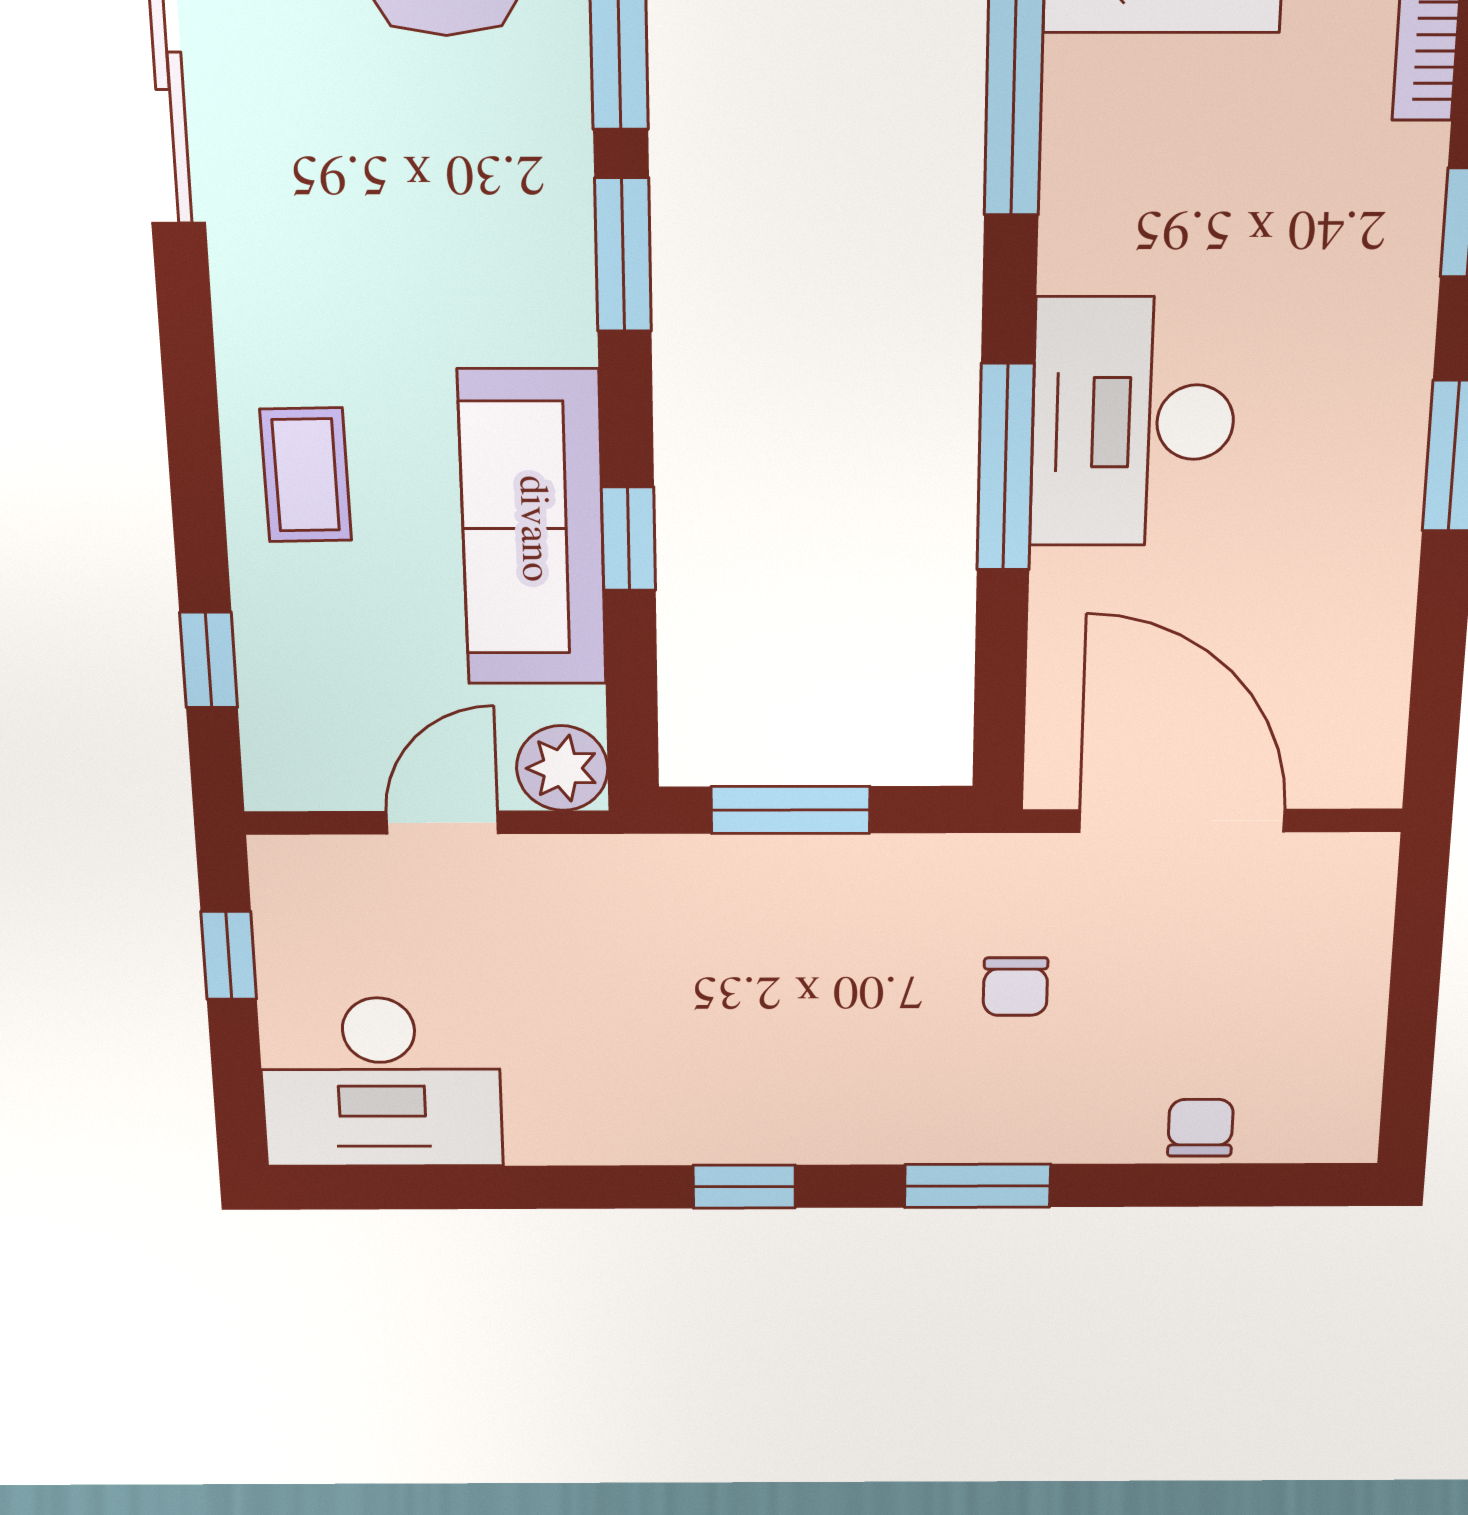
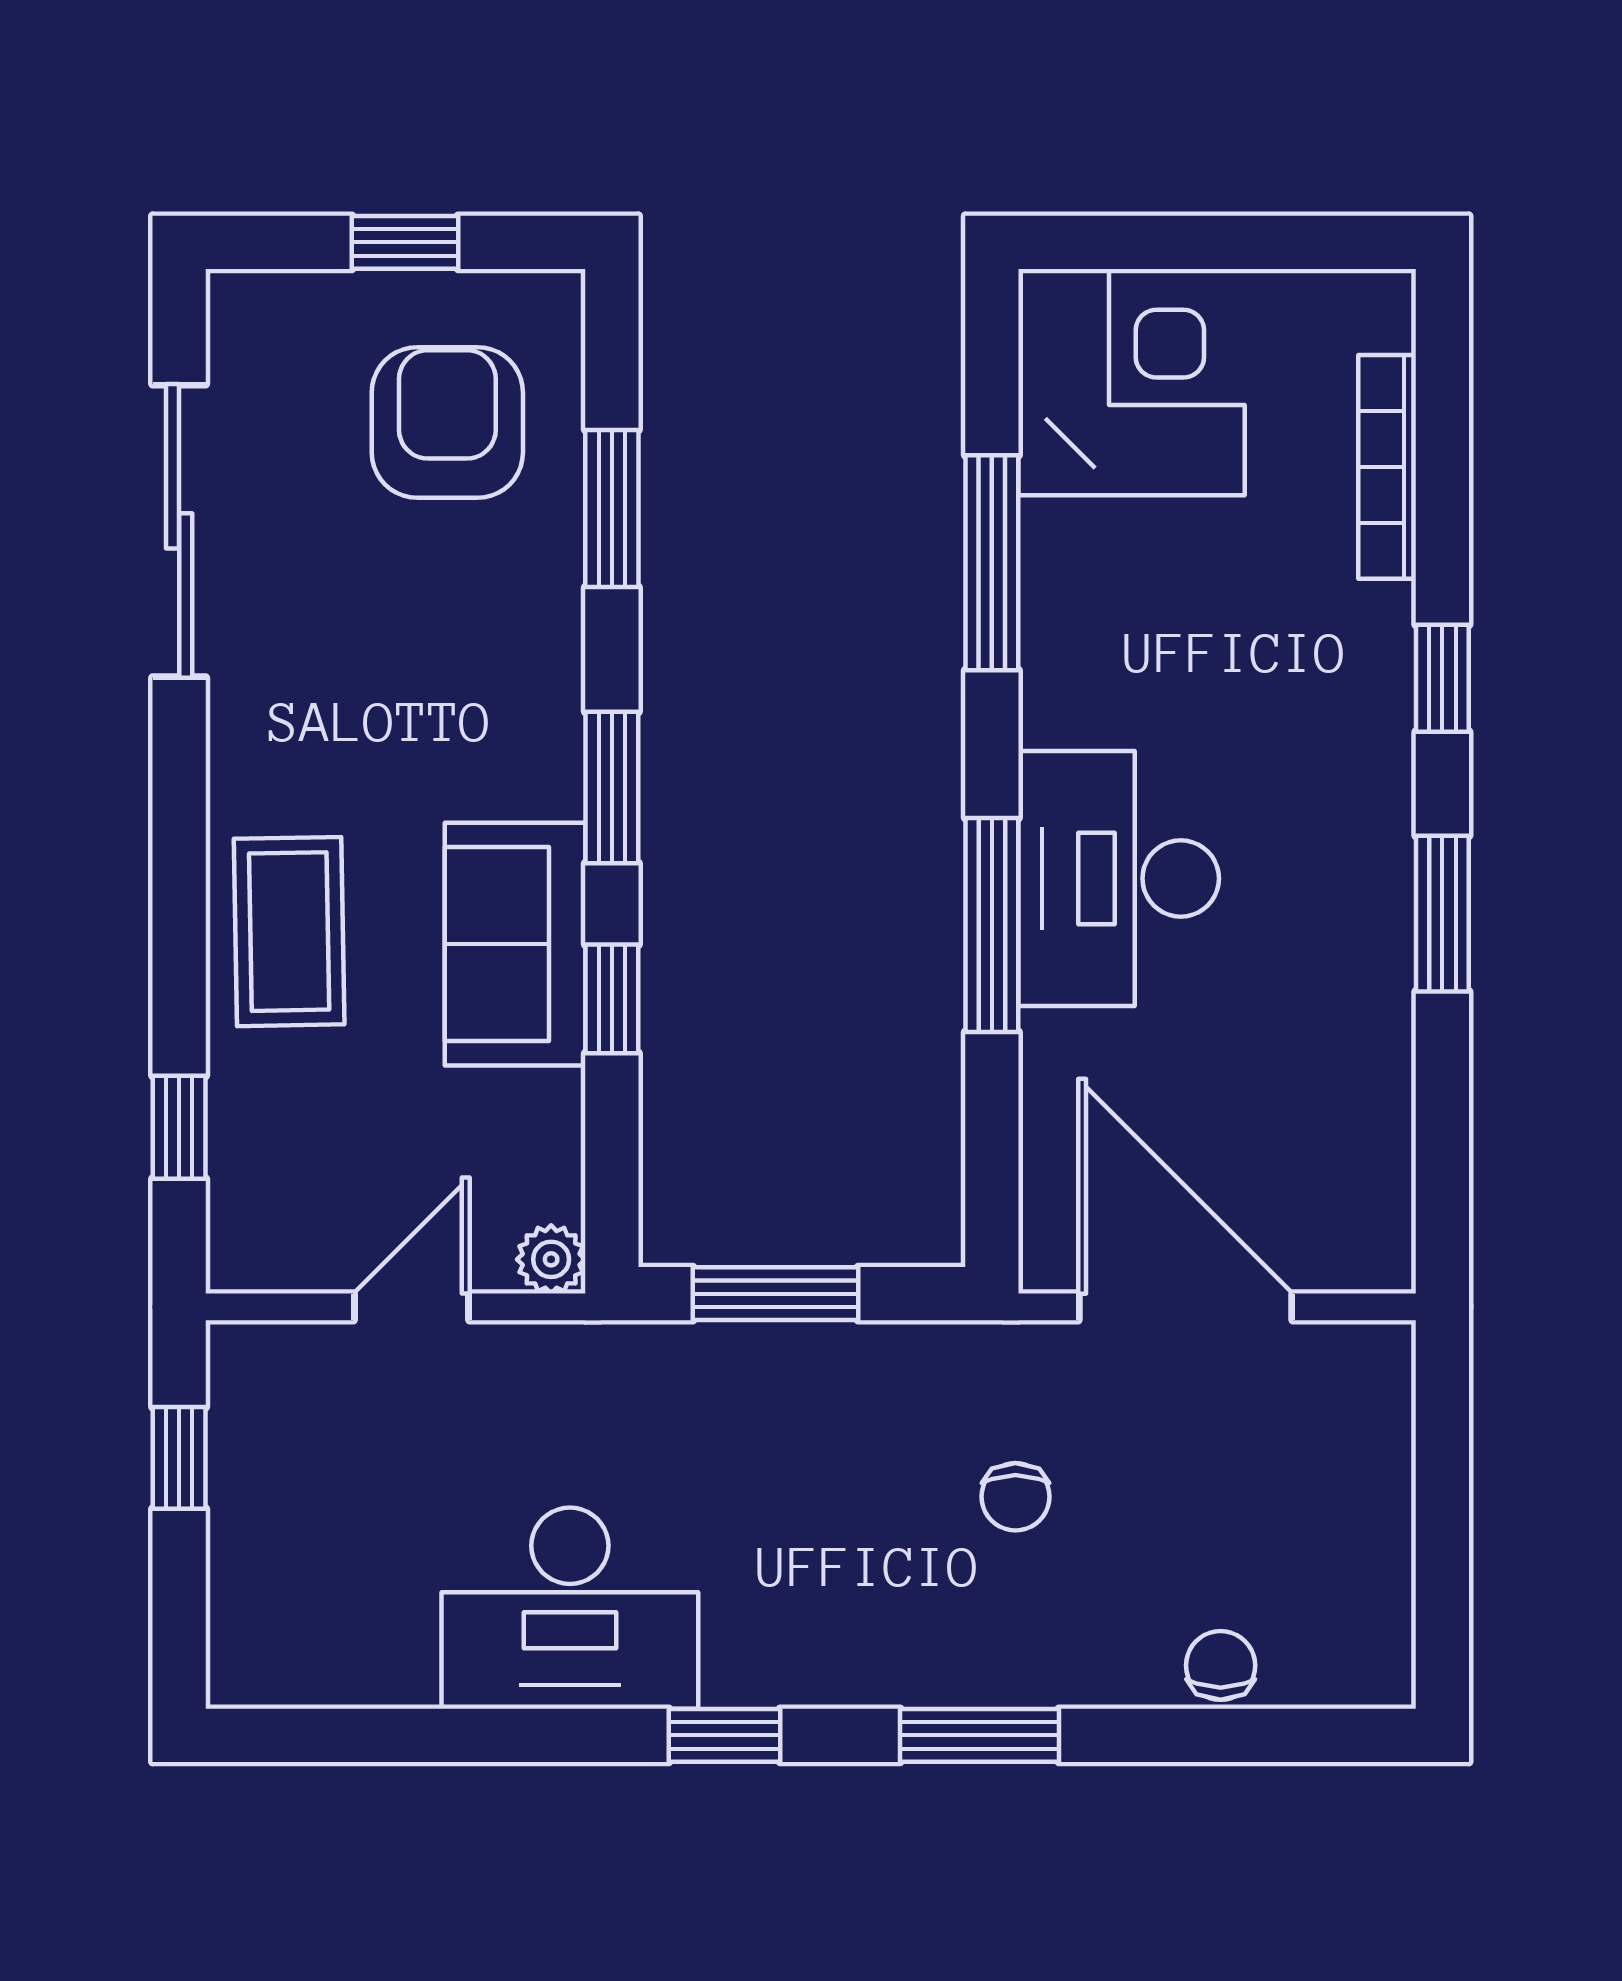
window: (623, 255) -> (612, 788), moved
coffee table: (306, 475) -> (289, 932), width x1.36, depth x1.30
sofa: (533, 529) -> (515, 944), width x0.73
plant: (562, 768) -> (551, 1259), width x0.73, depth x0.73
desk: (381, 1083) -> (570, 1608), moved

